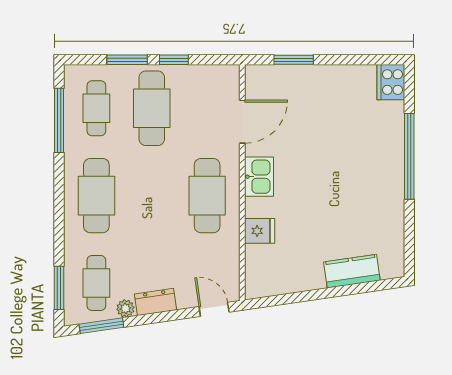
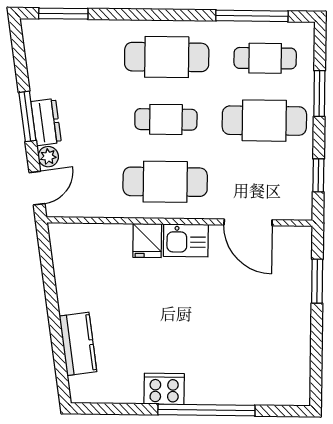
window: (174, 60) -> (318, 175), moved
cooker: (391, 82) -> (164, 389), moved
fridge: (260, 231) -> (147, 241), moved
cafe table: (96, 283) -> (166, 119), moved
plant: (125, 308) -> (48, 157), moved
window: (101, 326) -> (27, 116), moved

